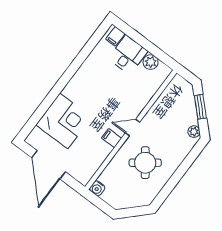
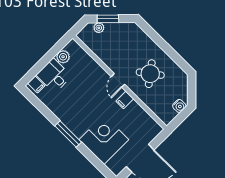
window: (64, 80) -> (68, 134), added
plant: (194, 132) -> (99, 28), moved
water cooler: (97, 188) -> (179, 106), moved

